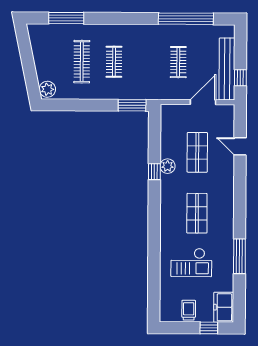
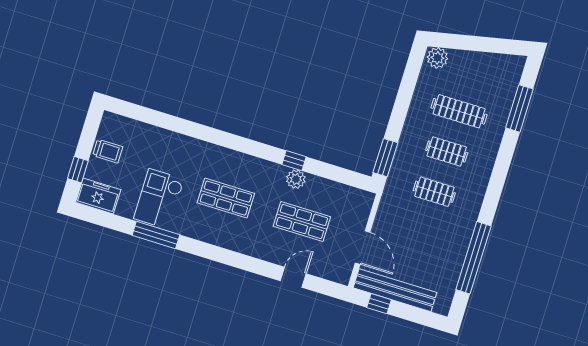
clothes rail: (178, 62) -> (434, 192), moved
checkout: (191, 262) -> (159, 199), moved

